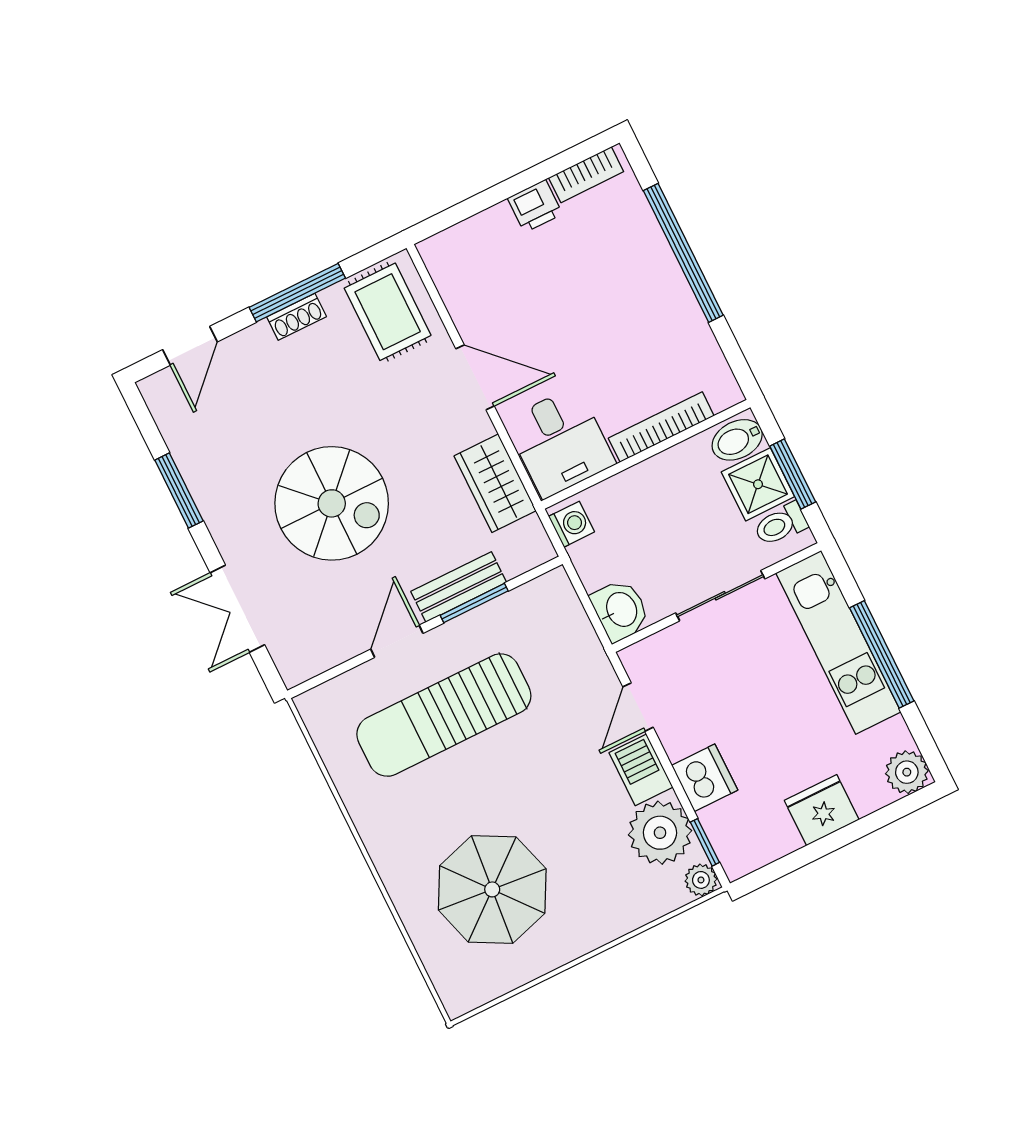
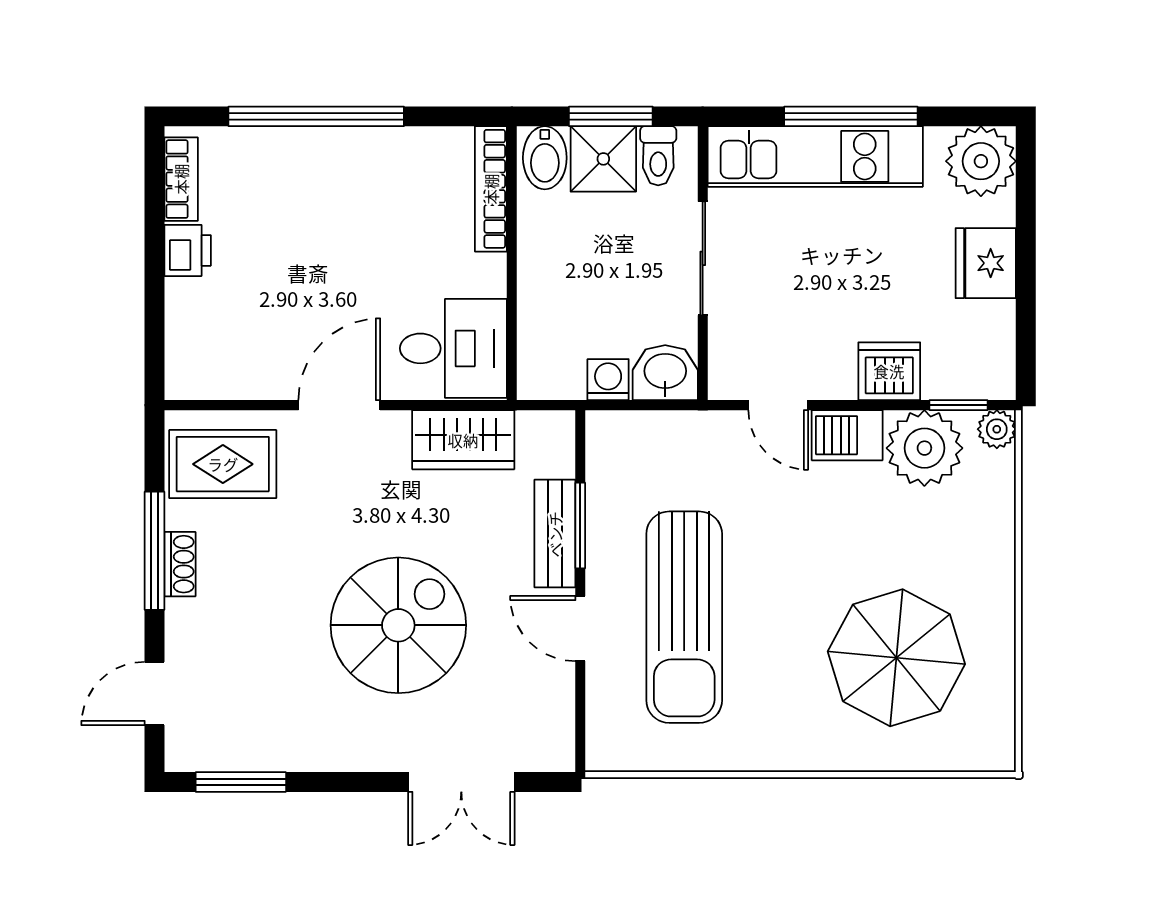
door: (190, 346) -> (155, 694), swing flipped
bookcase: (661, 427) -> (491, 189), moved
window: (179, 491) -> (241, 782), moved
washing machine: (571, 524) -> (608, 380), moved
plant: (907, 772) -> (981, 161), width x1.36, depth x1.36

